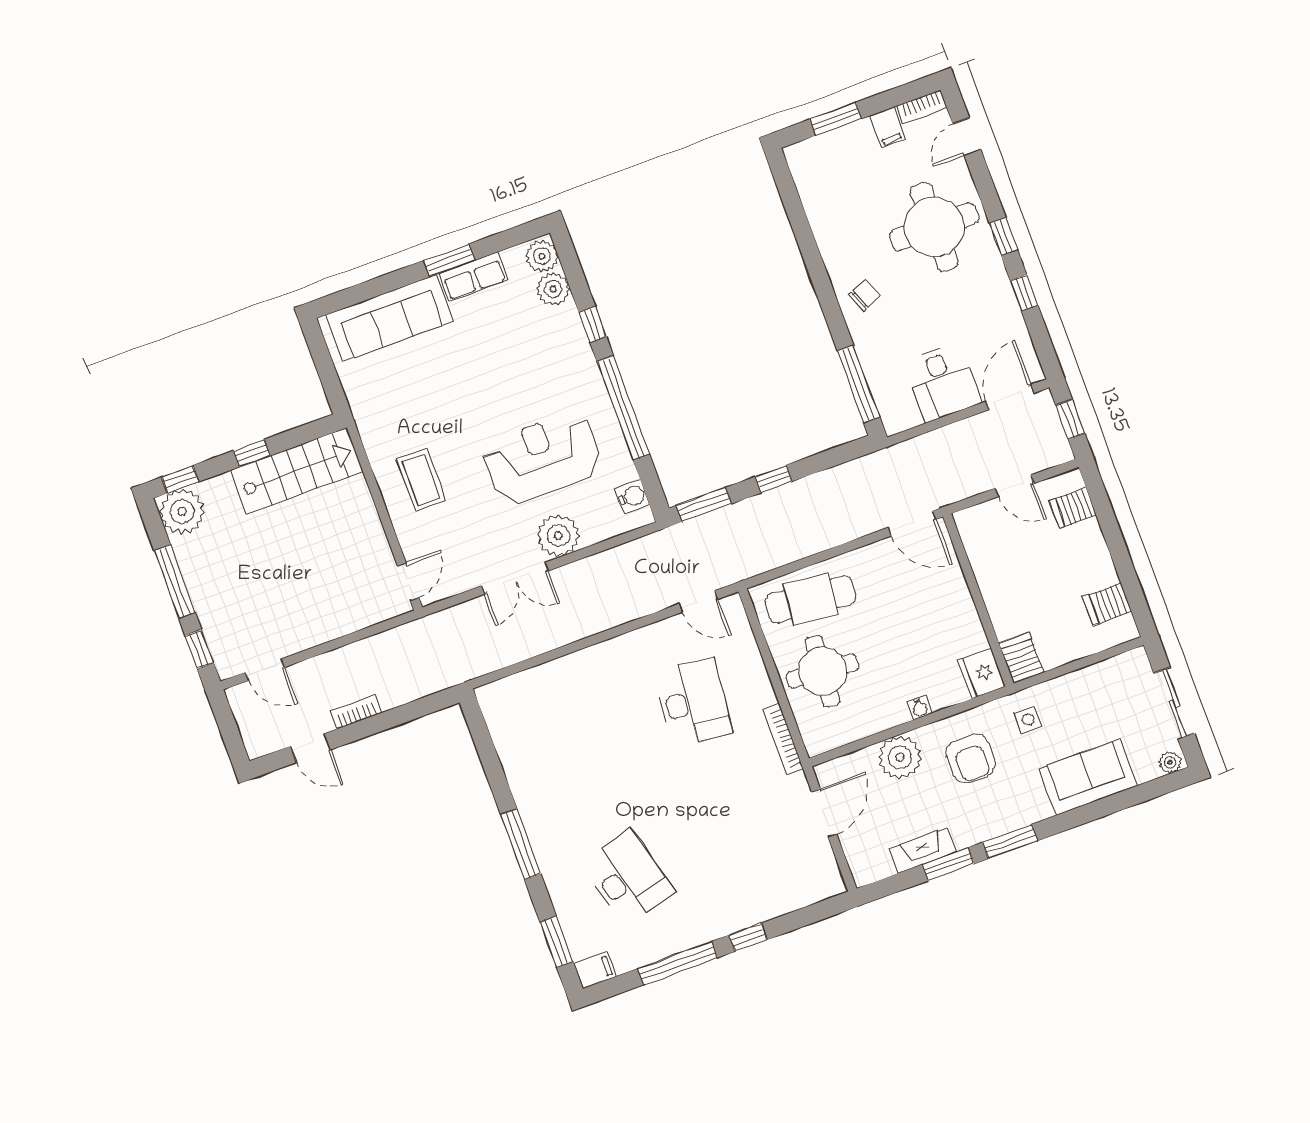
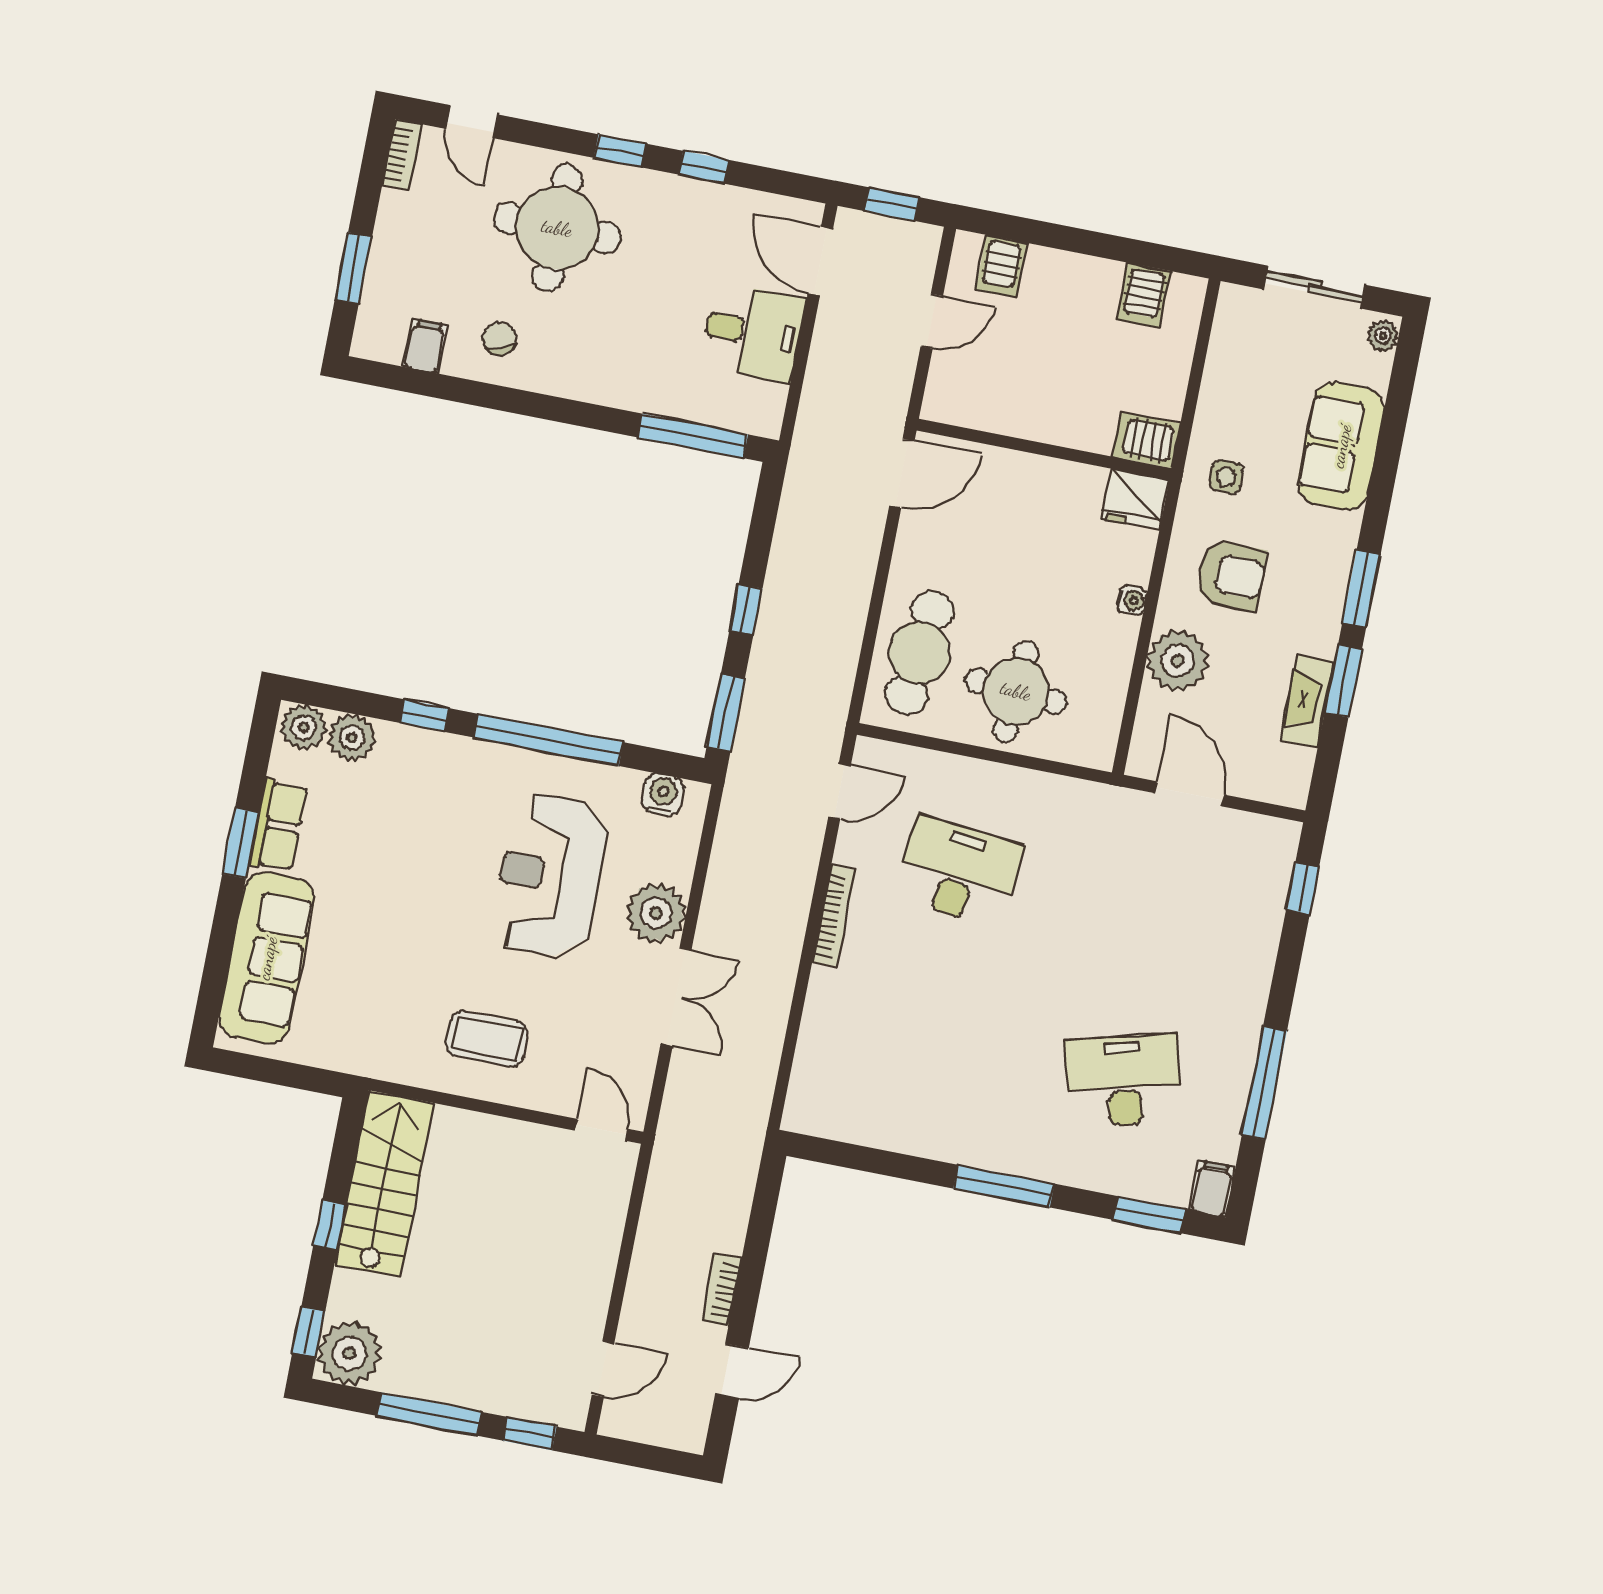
filing cabinet: (888, 127) -> (425, 346), moved, turned -90
chair: (865, 295) -> (499, 339), moved
bookcase: (783, 739) -> (834, 916), moved, turned -90
window: (748, 937) -> (1302, 889), moved

